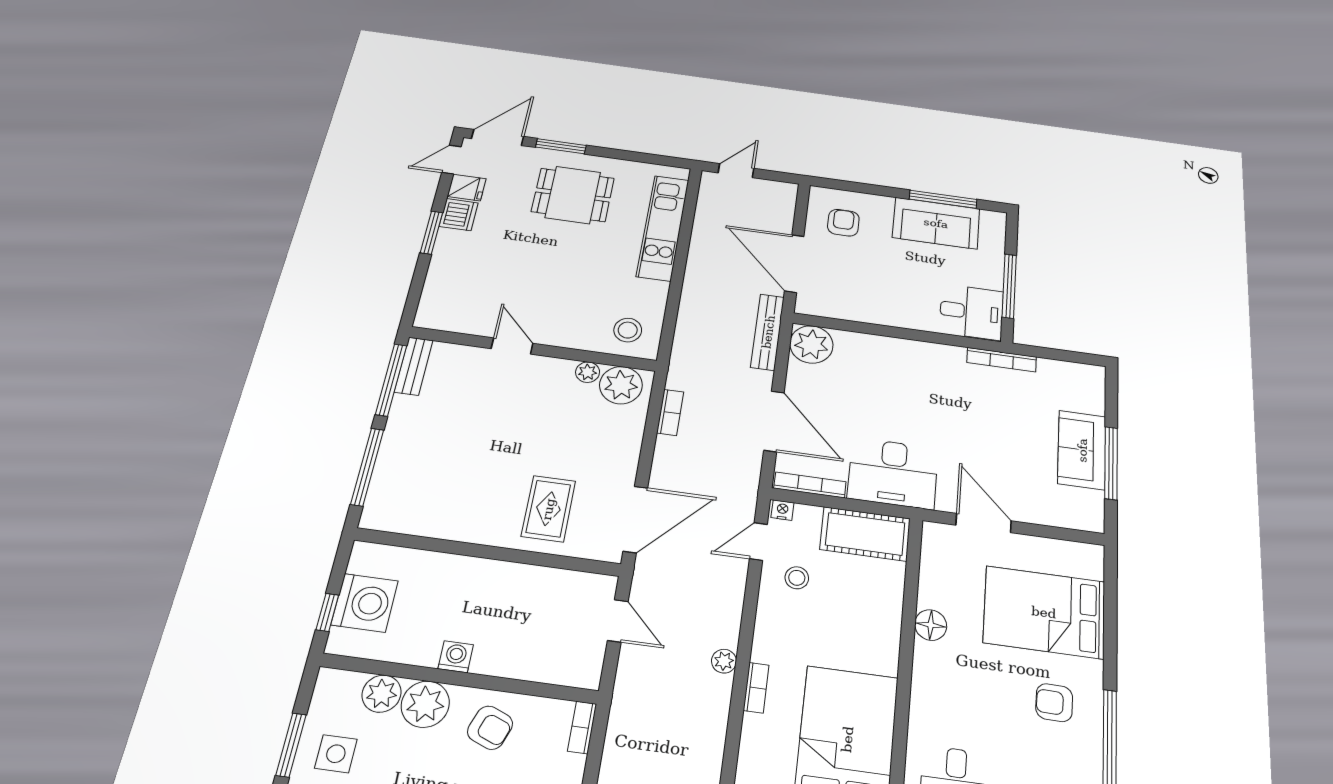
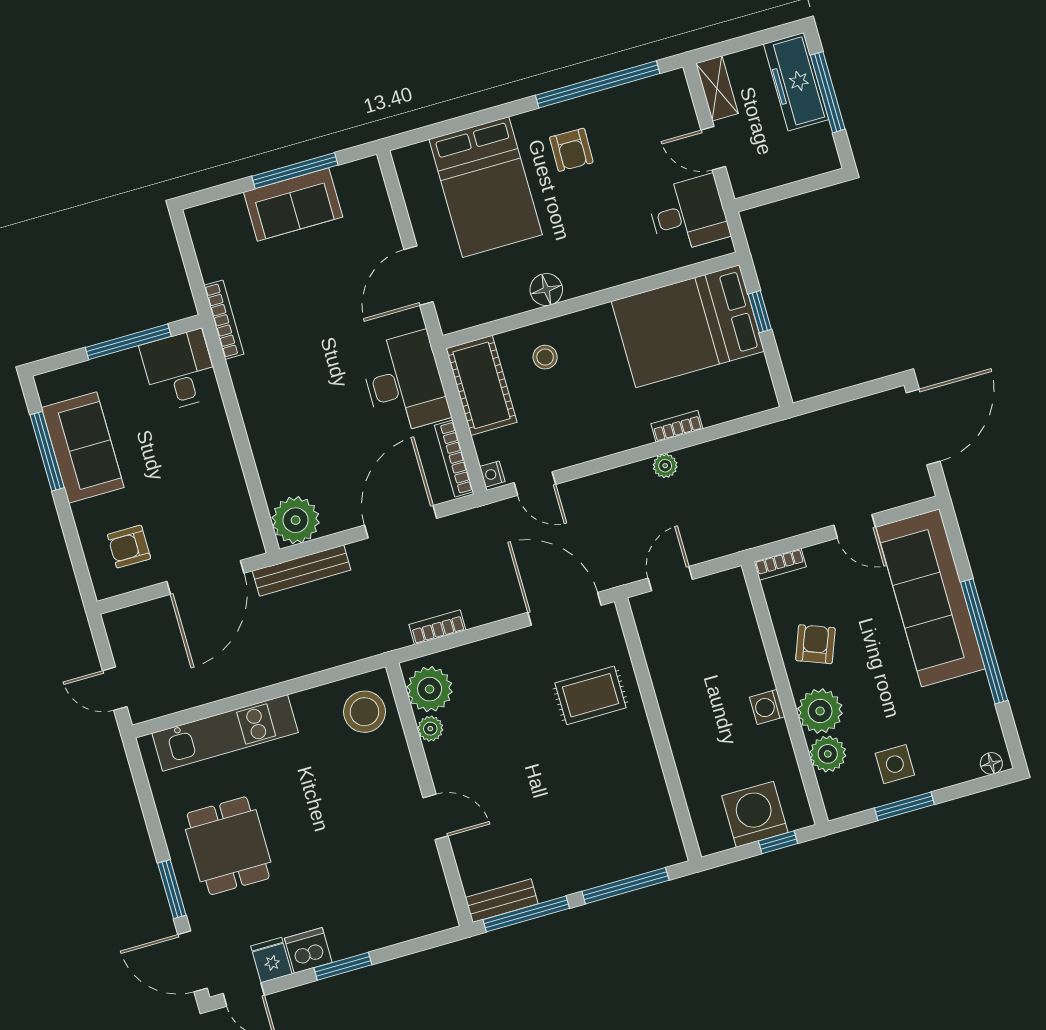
stool: (628, 330) -> (364, 712), width x1.38, depth x1.38
door: (512, 346) -> (436, 817), swing flipped
stool: (797, 578) -> (545, 357), moved

